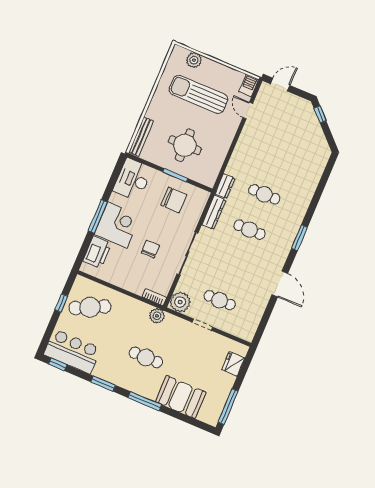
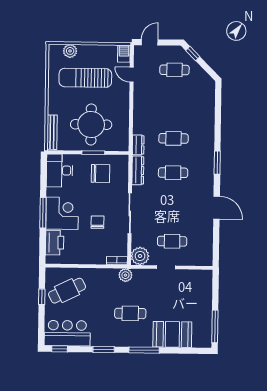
cafe table: (294, 124) -> (174, 70), added
round table: (185, 145) -> (91, 124), width x1.36, depth x1.36
fridge: (233, 364) -> (205, 289), removed

